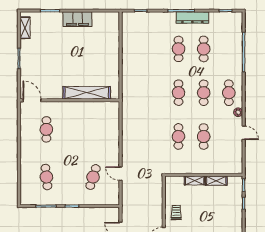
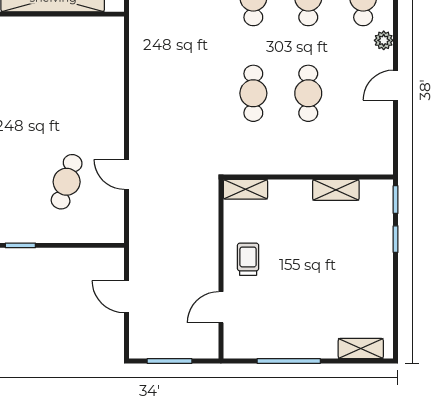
door: (244, 133) -> (396, 85), swing flipped
shelving: (195, 180) -> (245, 189), moved

